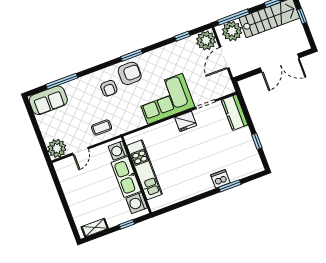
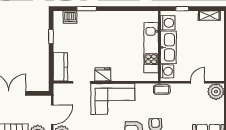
coffee table: (102, 127) -> (162, 90), moved
dishwasher: (220, 179) -> (70, 17), moved

